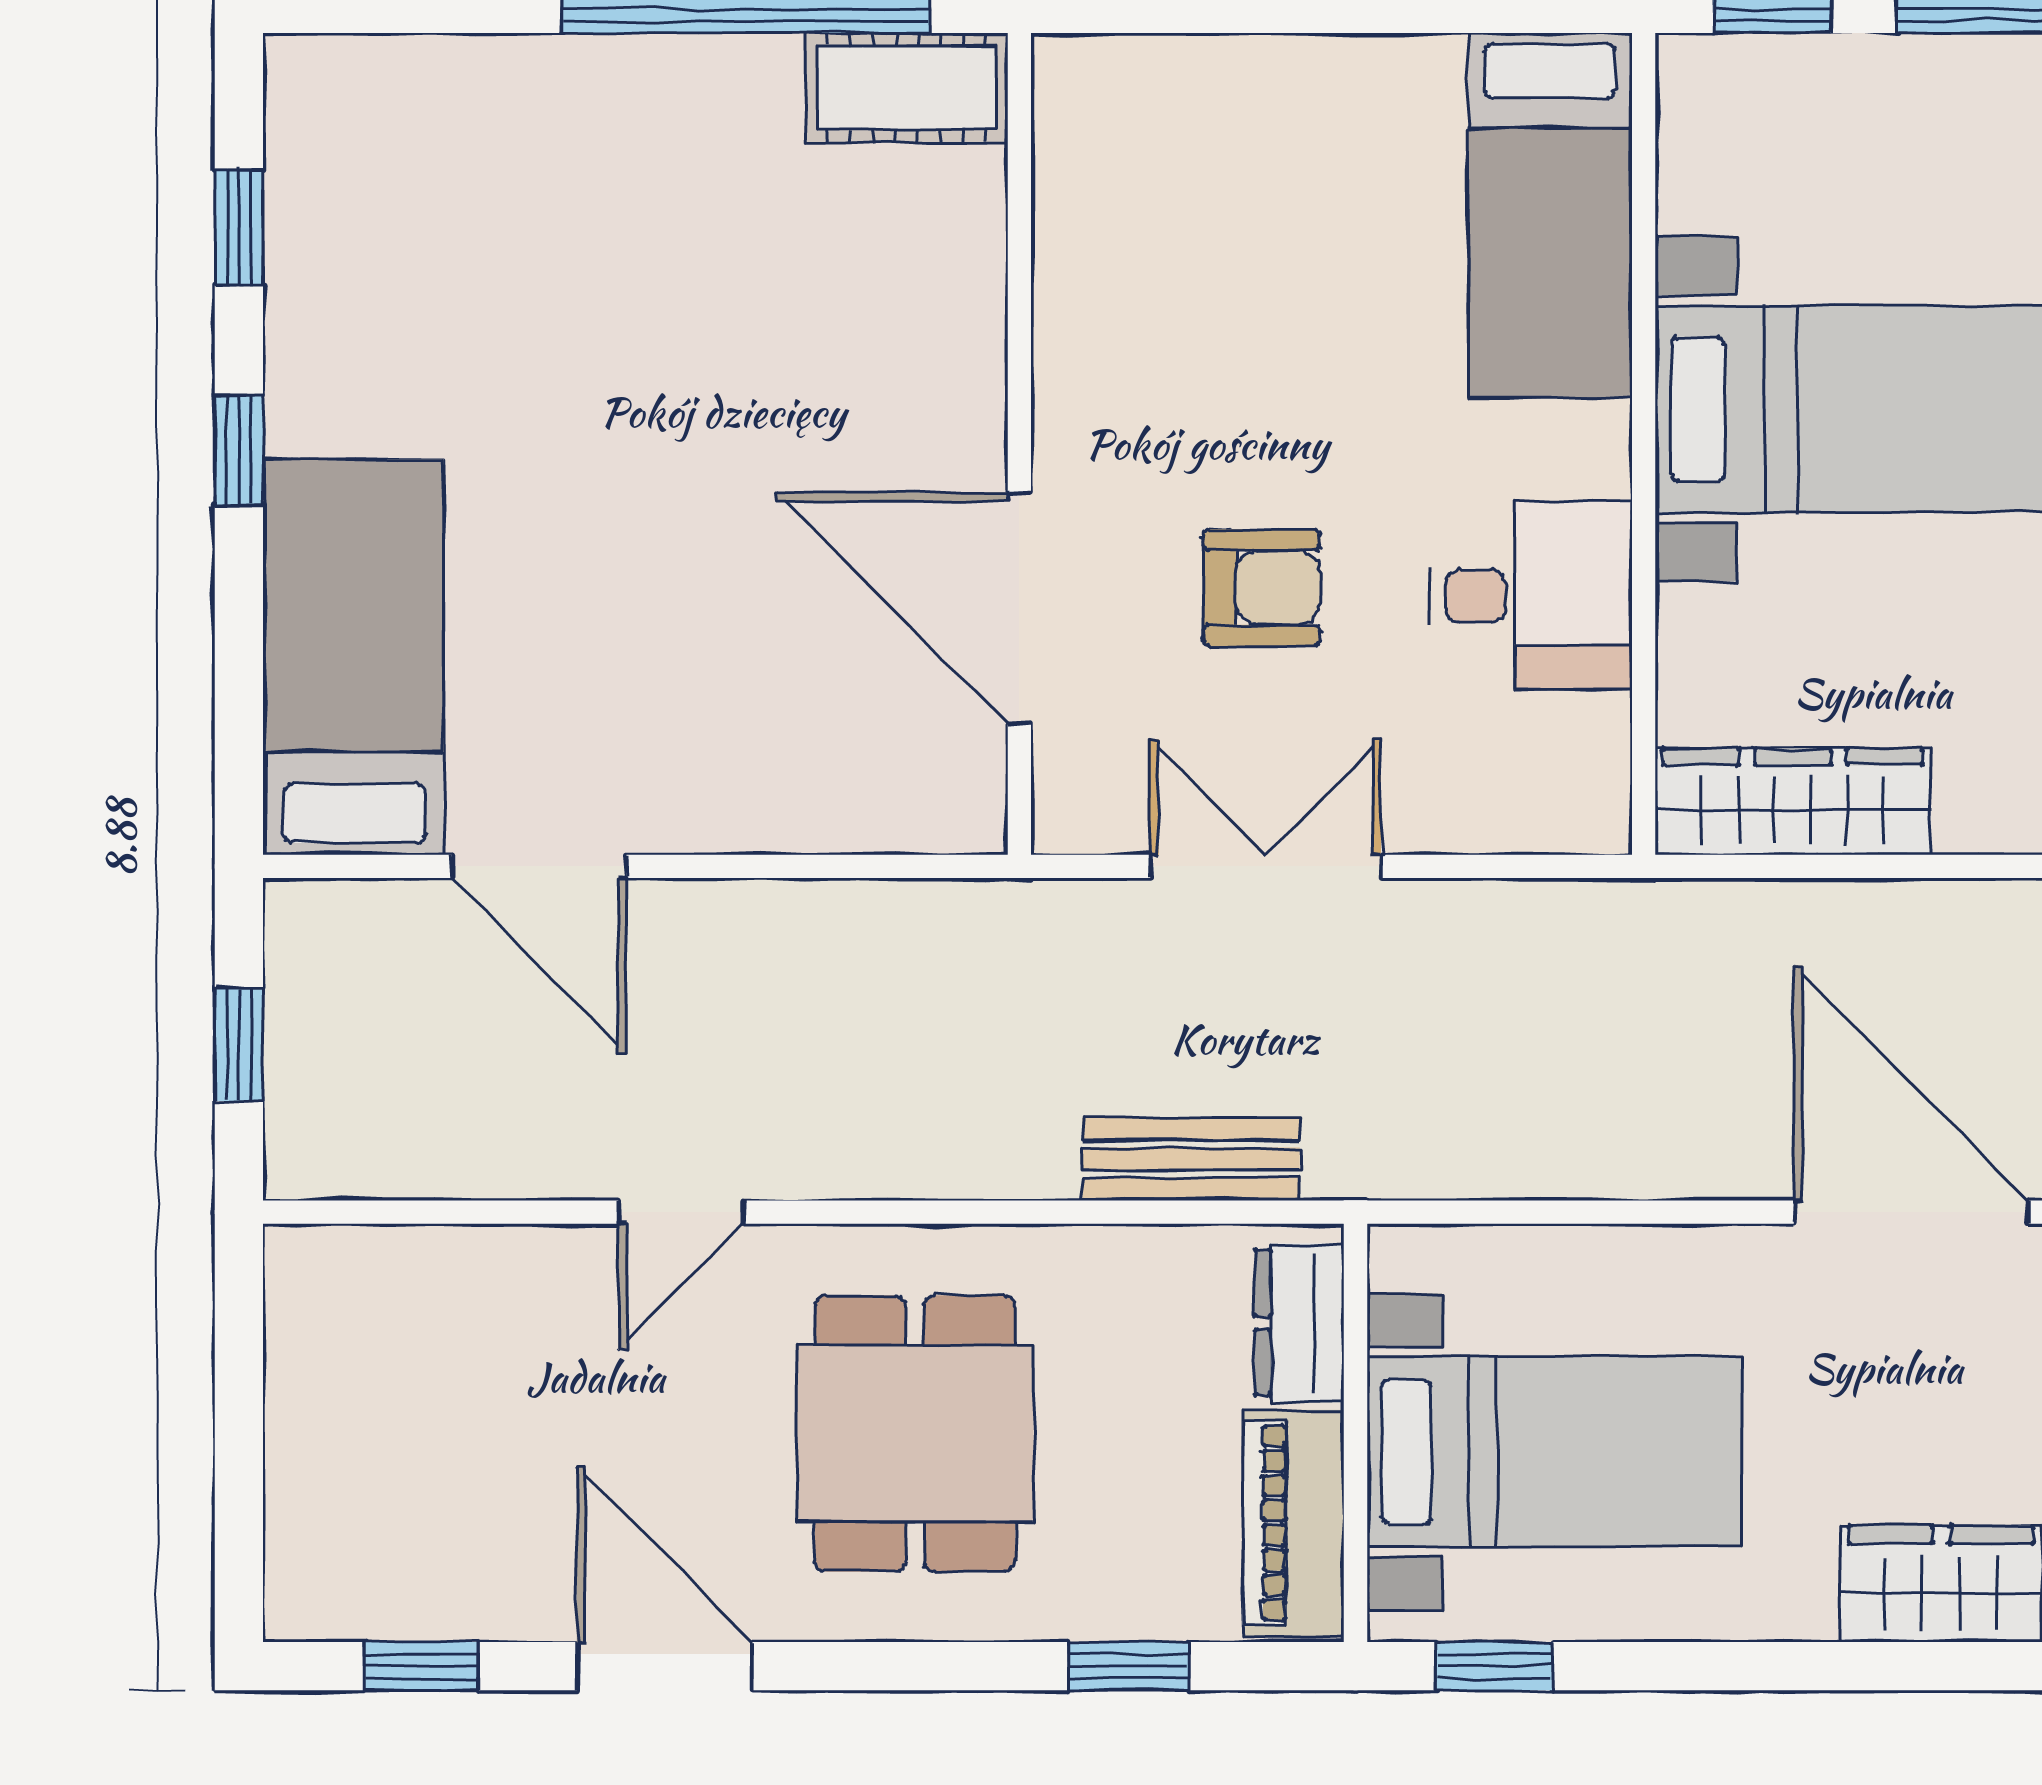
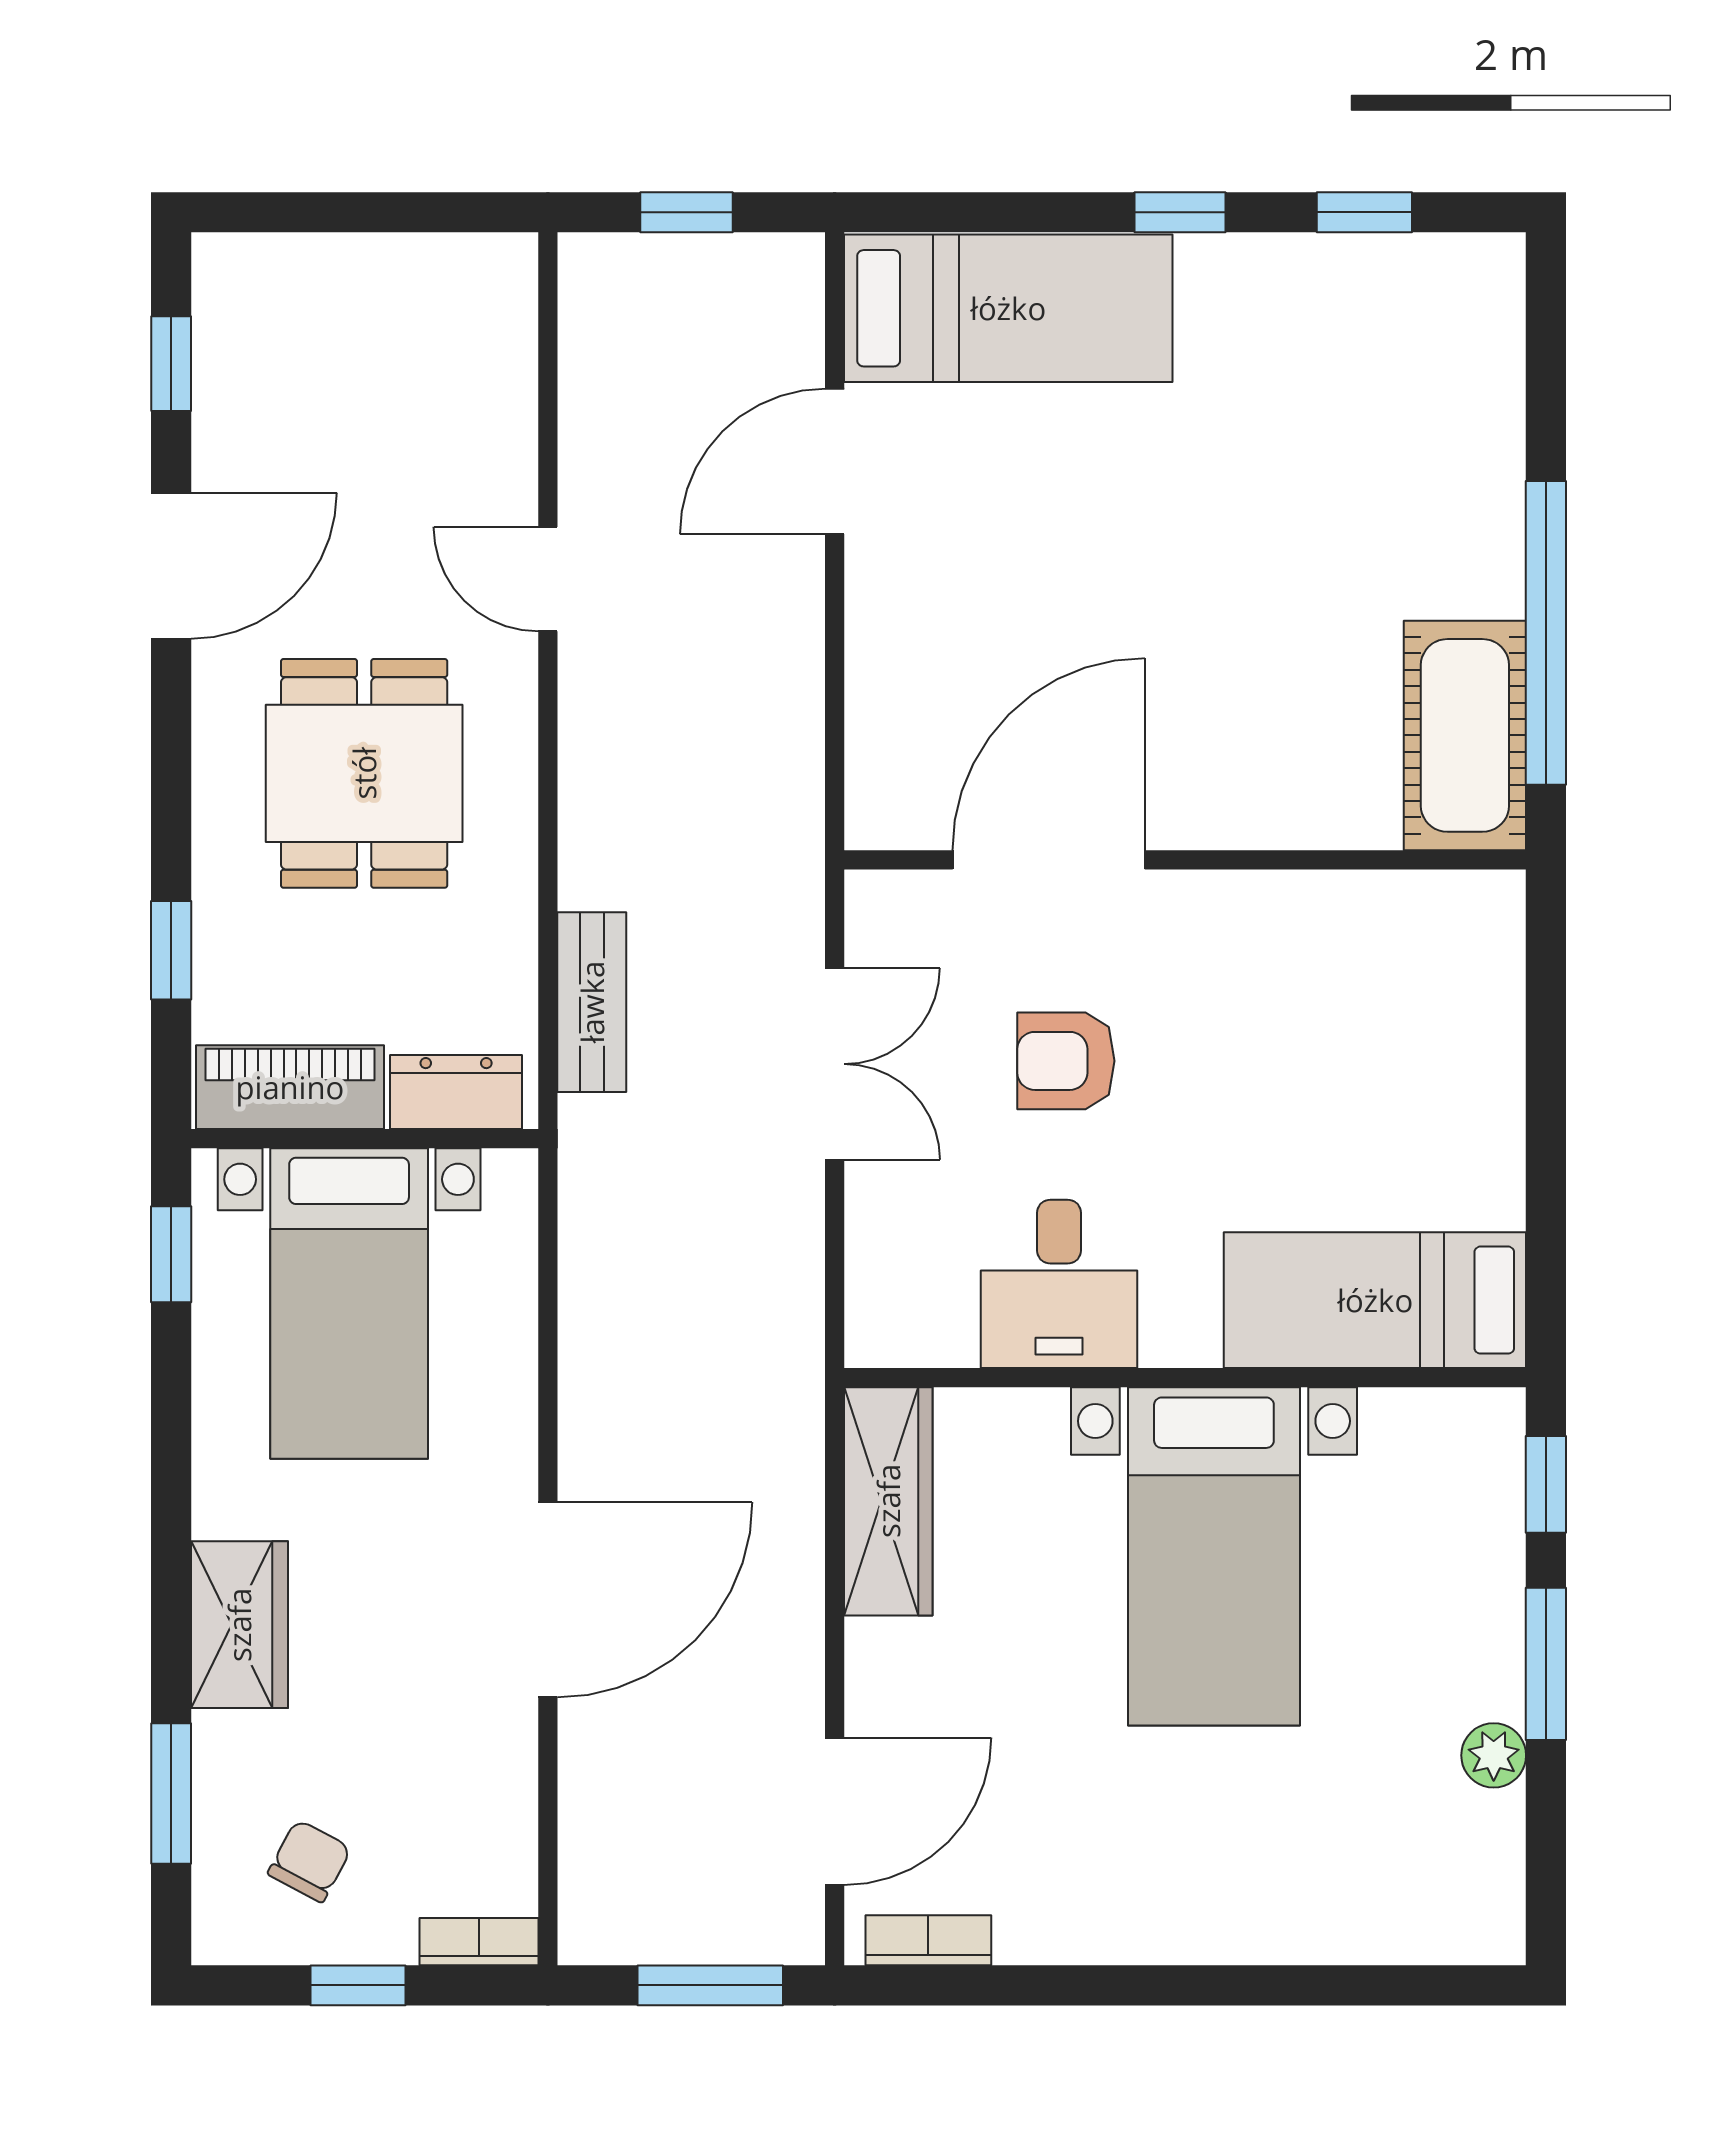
cot: (907, 88) -> (1465, 735), width x1.37, depth x1.34
armchair: (1262, 588) -> (1066, 1061), turned 90
dining table: (915, 1434) -> (364, 773), turned 90

